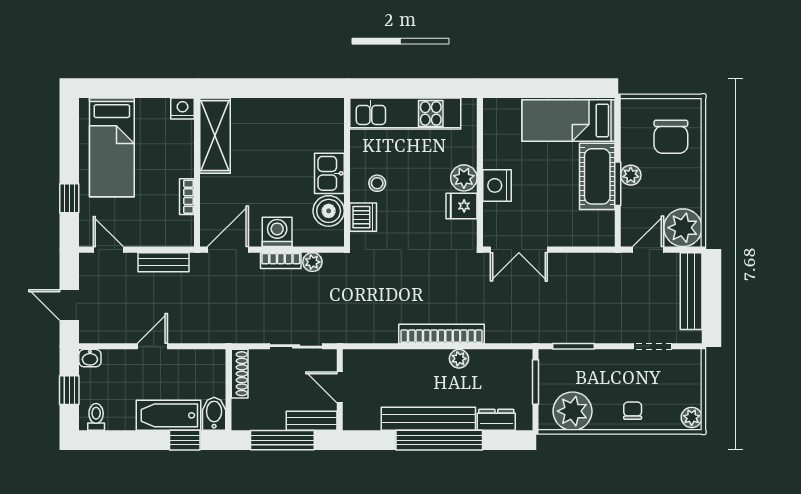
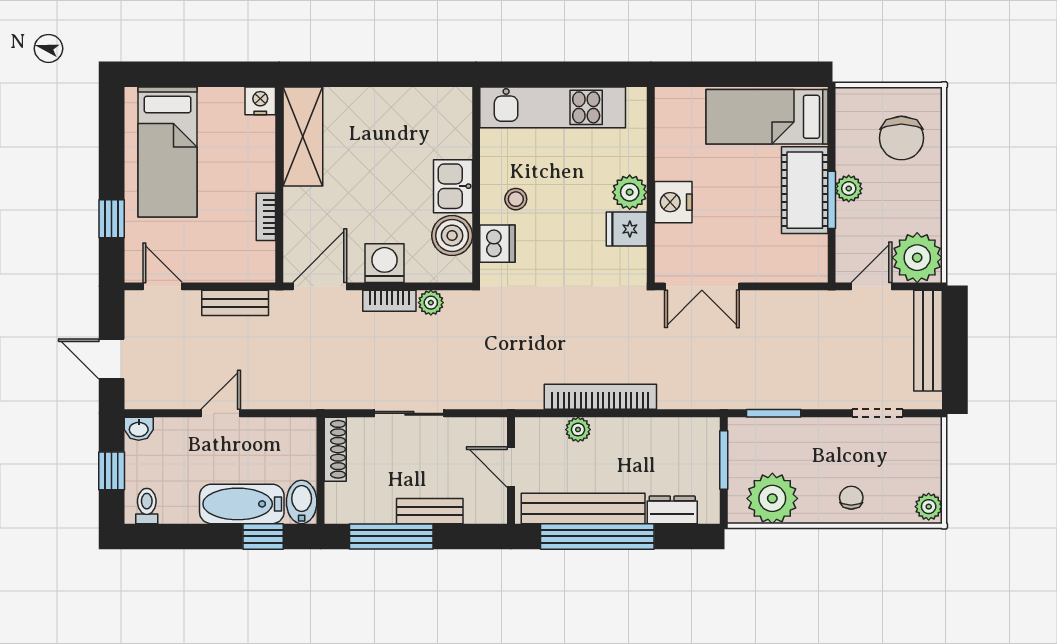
plant: (459, 359) -> (578, 430), moved
door: (340, 387) -> (511, 467), moved
wall: (340, 390) -> (511, 470), moved

